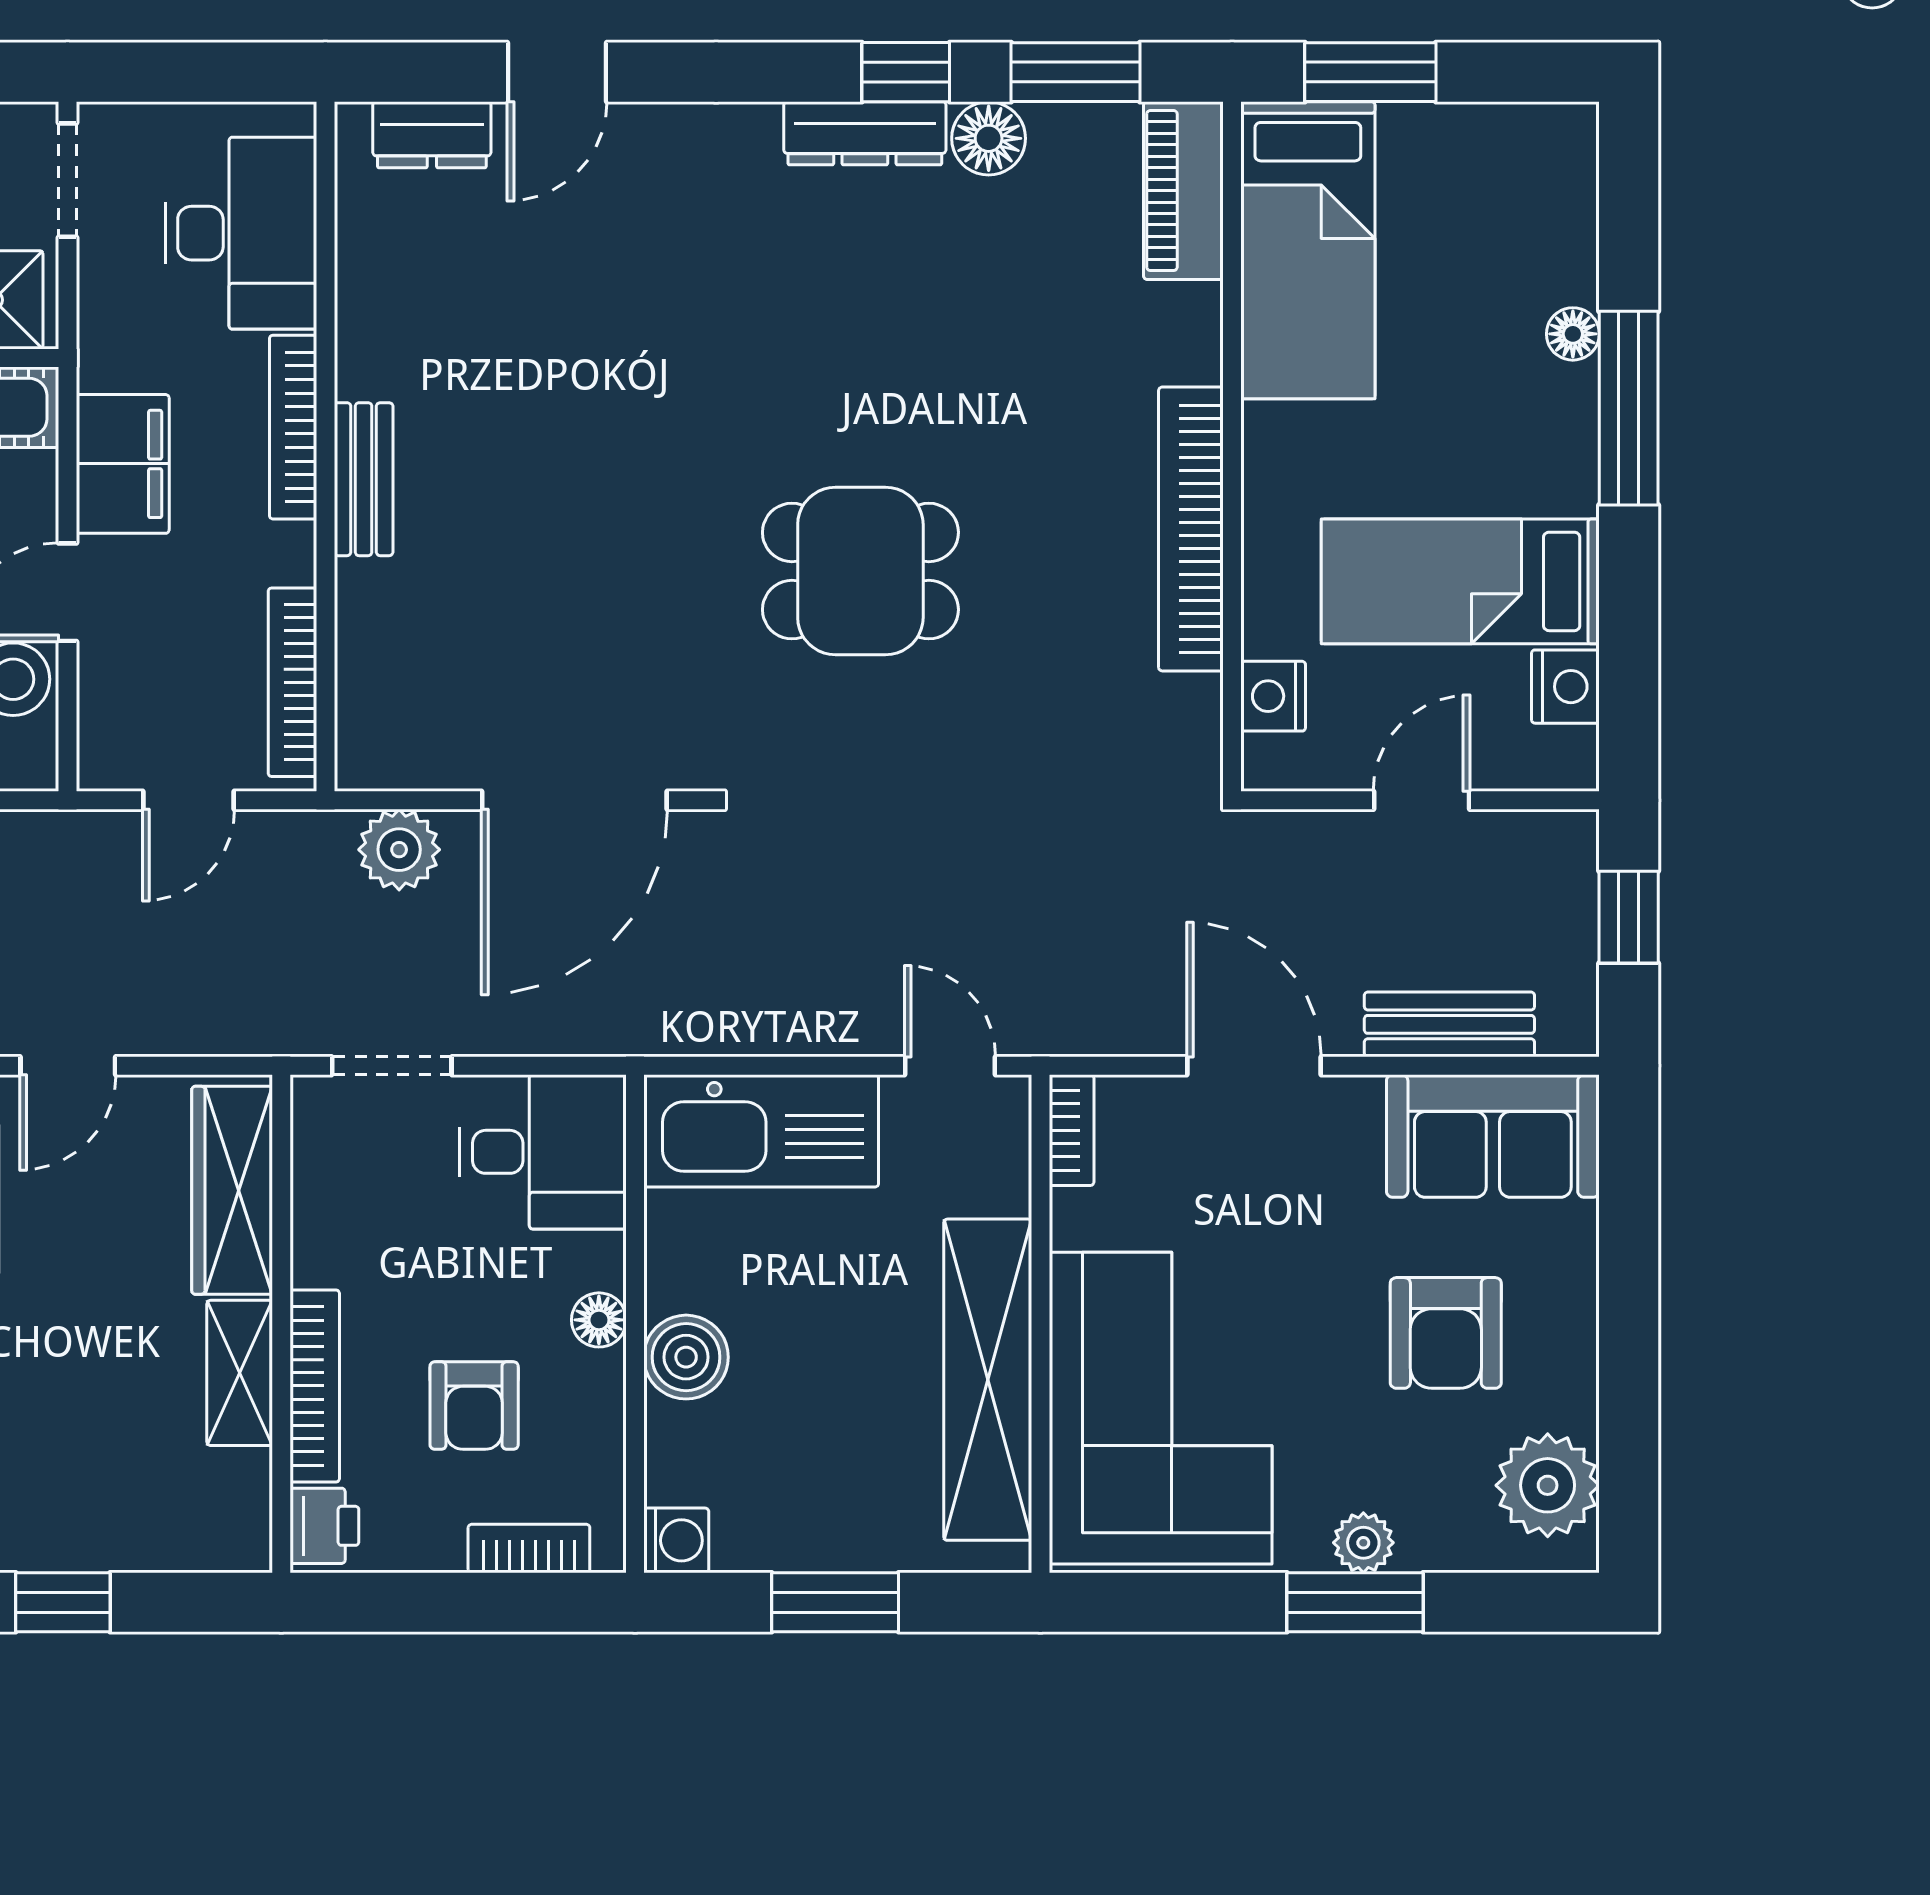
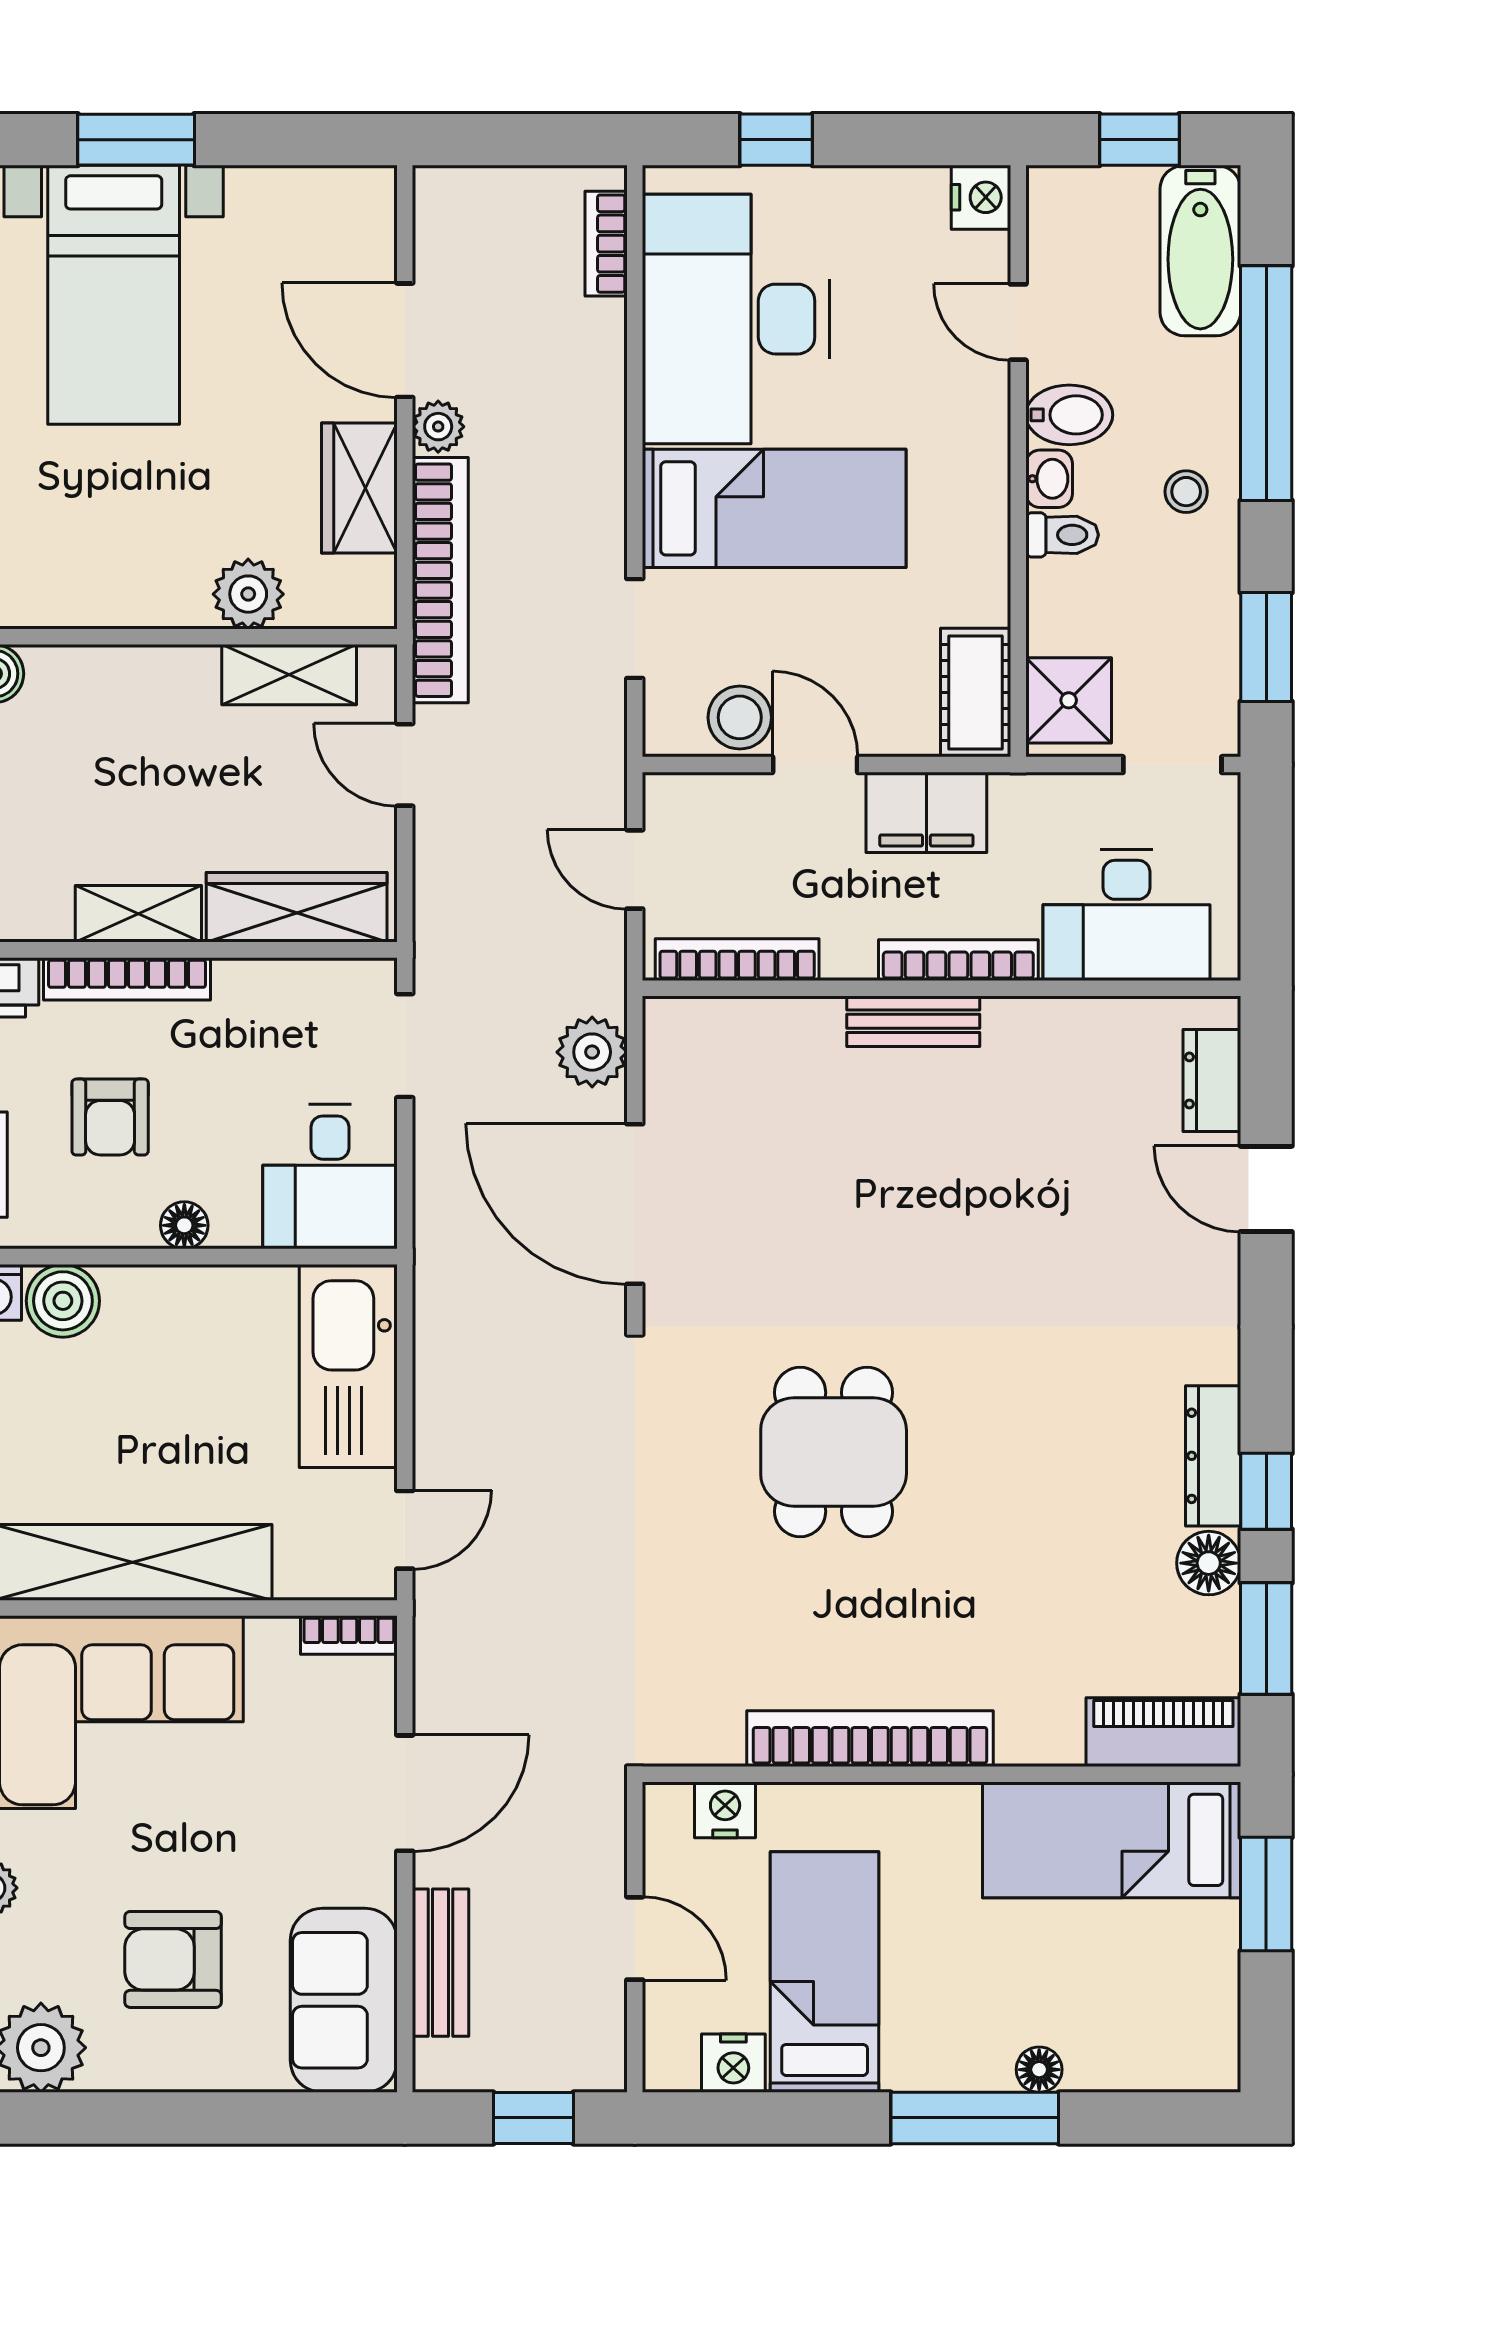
boiler: (686, 1357) -> (63, 1301), moved
armchair: (474, 1406) -> (110, 1117), turned -90

